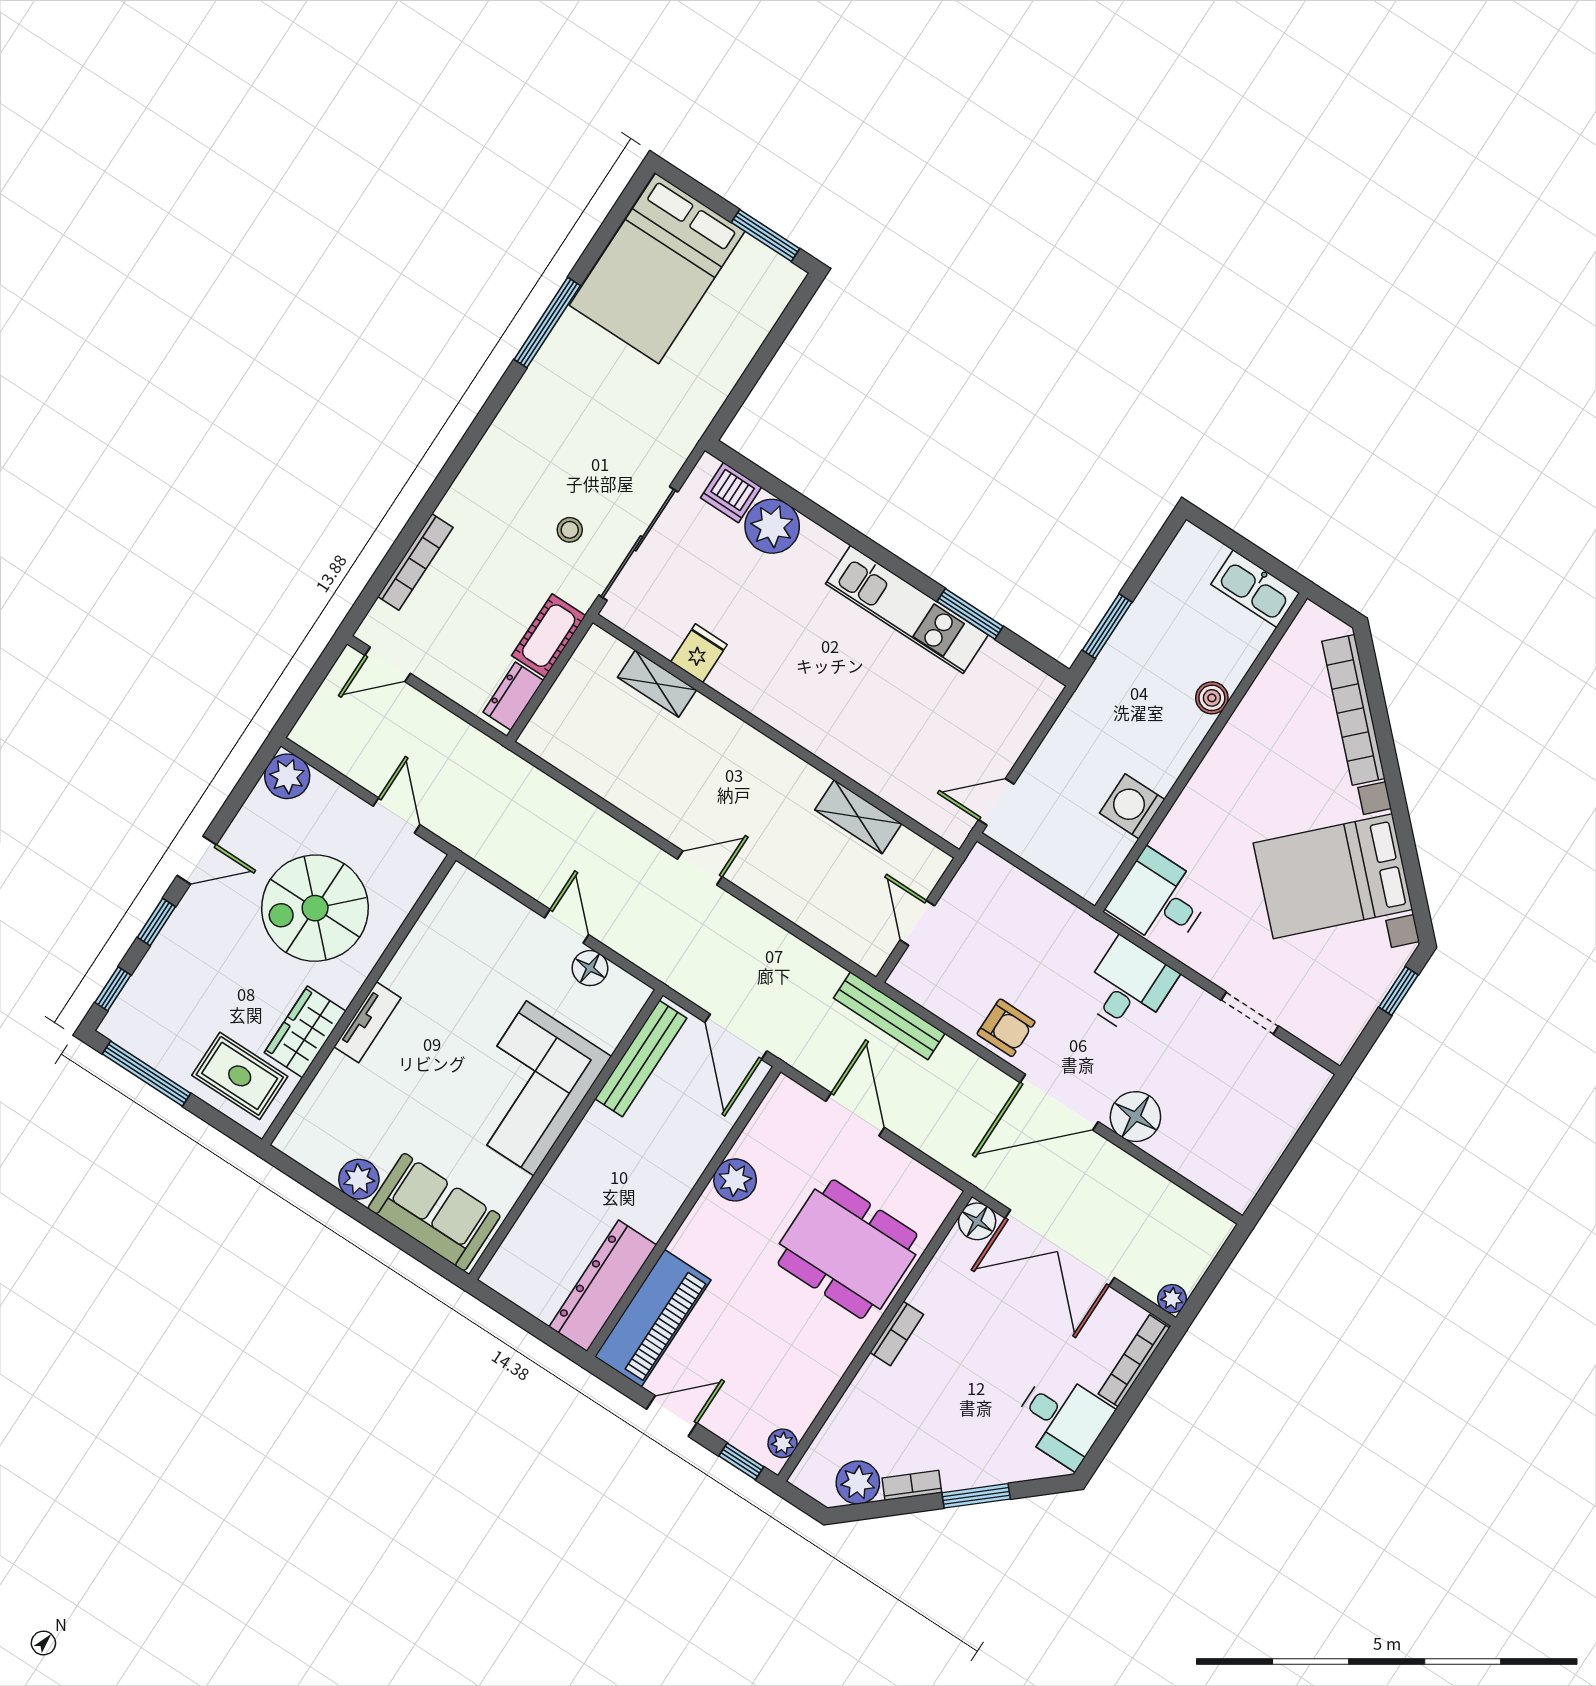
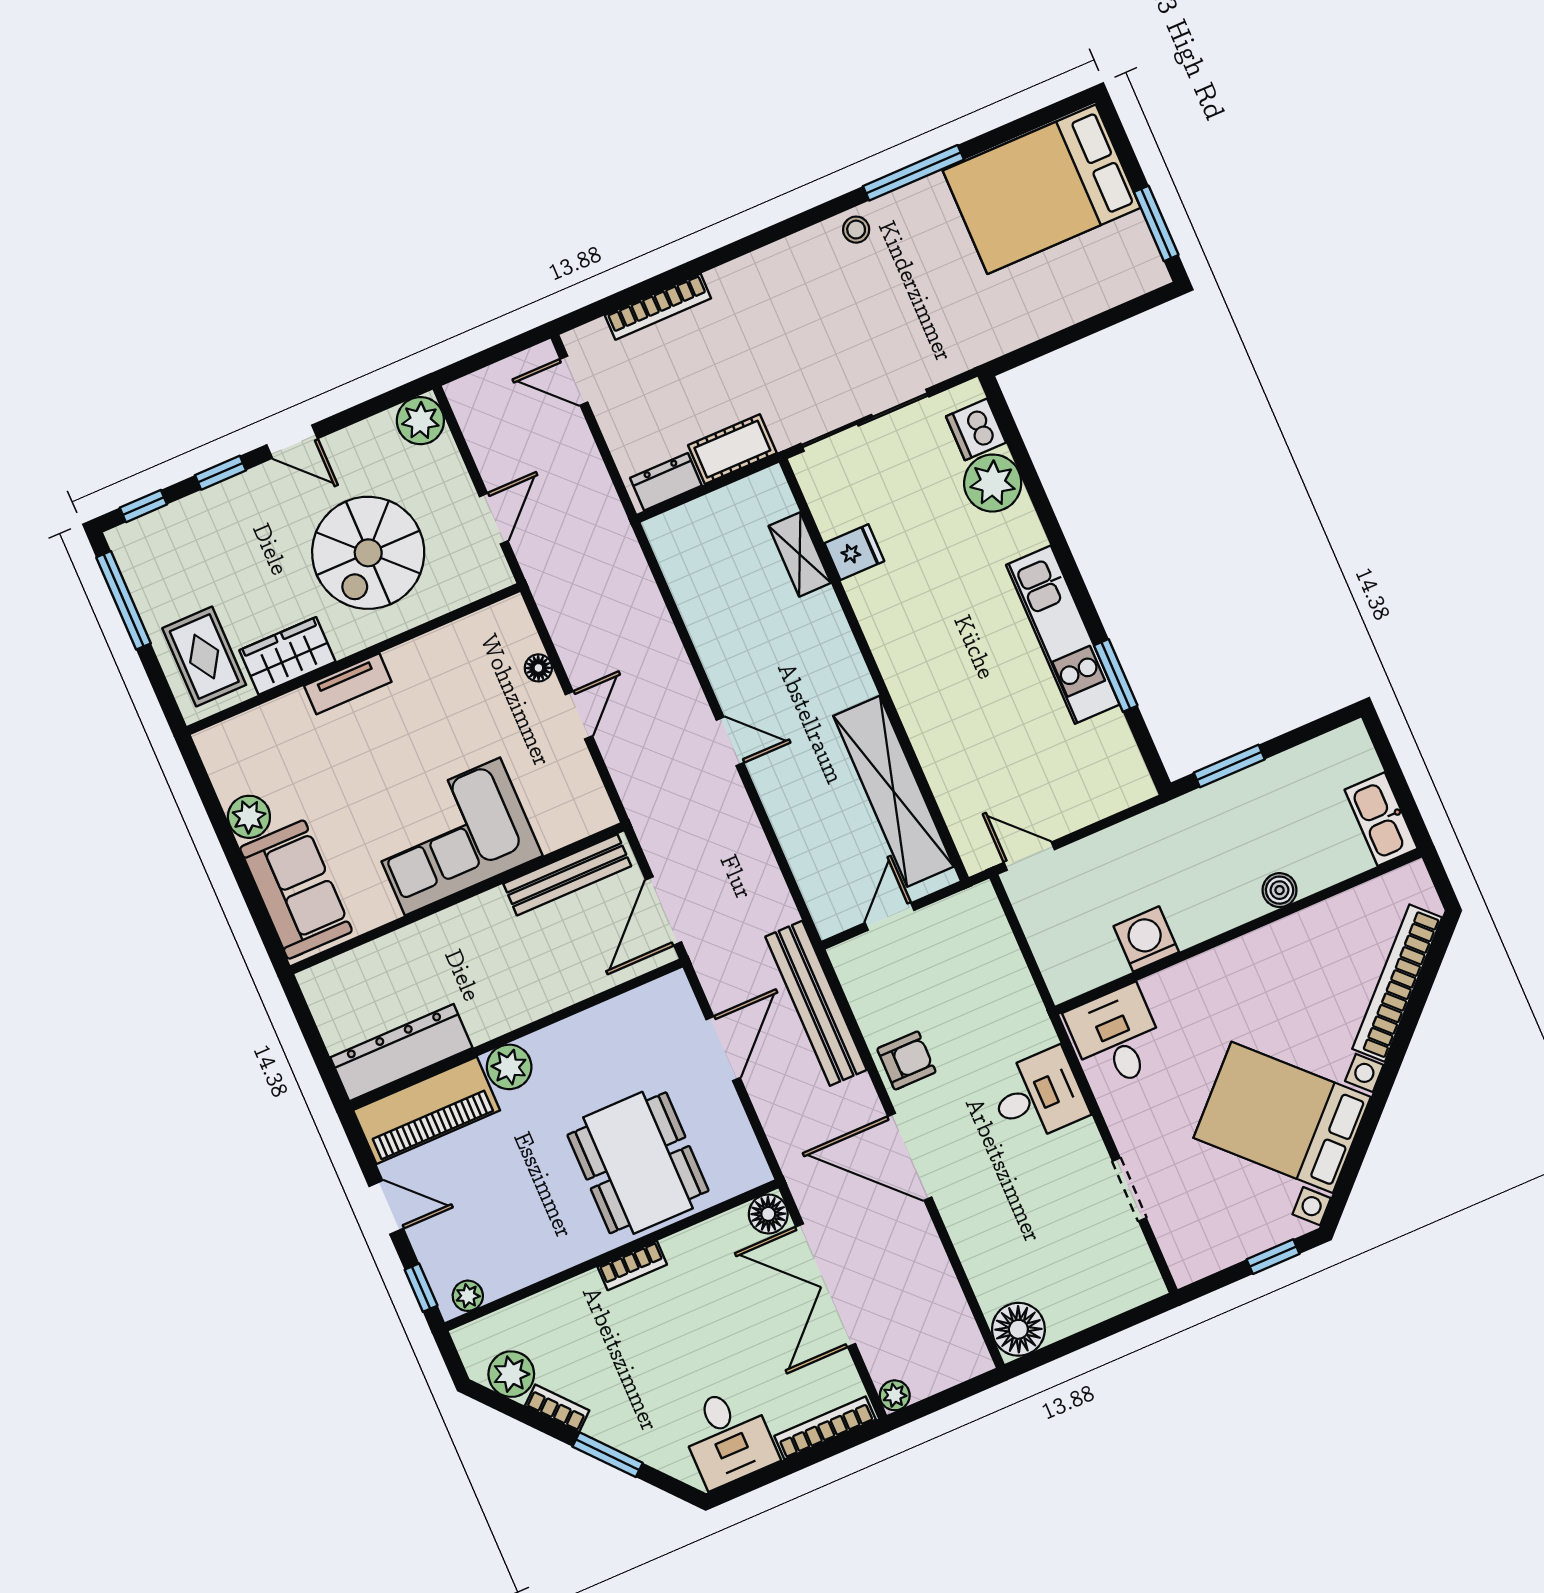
stool: (570, 530) -> (856, 230), moved
shelving: (858, 817) -> (893, 791), width x2.20, depth x1.33
spiral stairs: (315, 908) -> (368, 553), turned -90
floor lamp: (590, 968) -> (538, 668), moved, width x0.73, depth x0.73
bench: (889, 1016) -> (816, 1003), width x1.37, depth x1.21
armchair: (1006, 1028) -> (906, 1060), turned -90
floor lamp: (1135, 1117) -> (1018, 1329), moved
plant: (735, 1180) -> (509, 1067), moved

